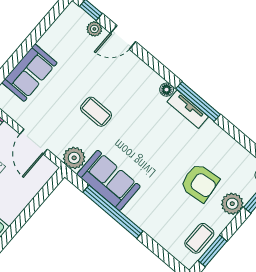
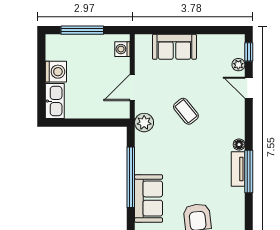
coffee table: (96, 112) -> (186, 111), turned -39
sofa: (109, 180) -> (149, 199), moved

